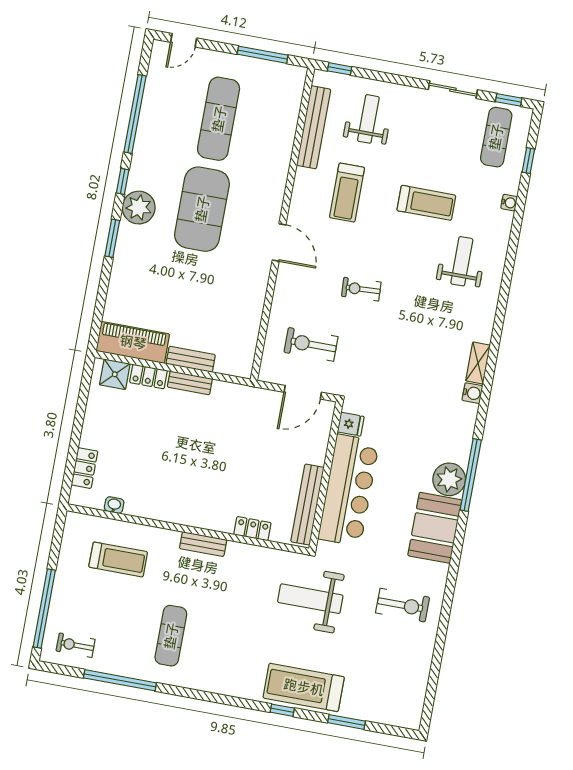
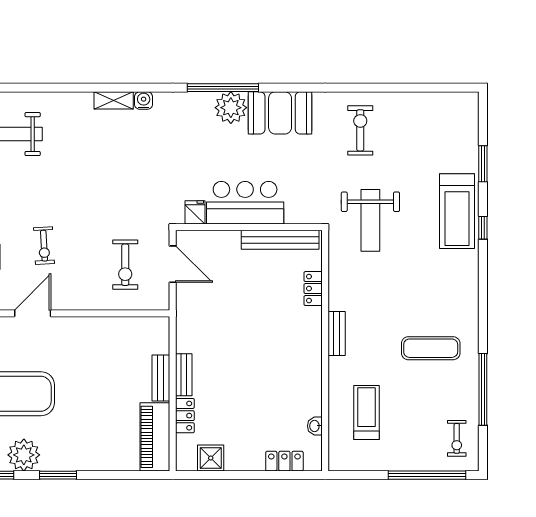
exercise bike: (361, 289) -> (44, 246), moved
shower: (115, 374) -> (211, 458), moved
bar counter: (349, 490) -> (245, 203), width x0.73

